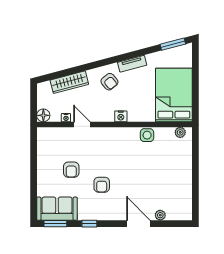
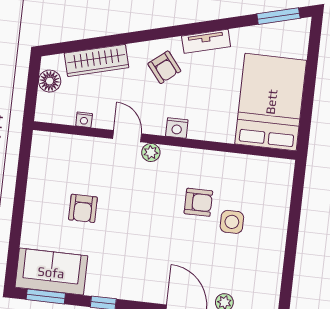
floor lamp: (43, 115) -> (50, 81), moved
door: (82, 124) -> (127, 136), moved
plant: (180, 132) -> (151, 152), moved
side table: (147, 135) -> (232, 222), moved
armchair: (102, 185) -> (198, 202), moved, turned -90

